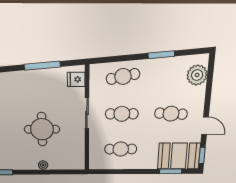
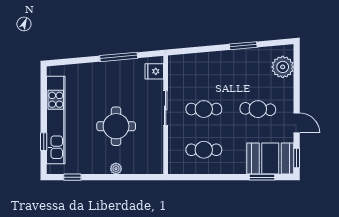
cafe table: (123, 76) -> (204, 68), removed

